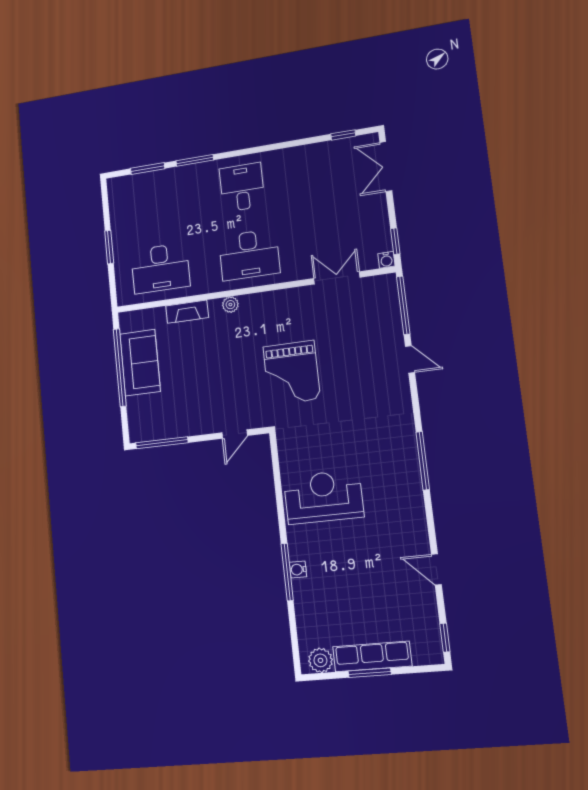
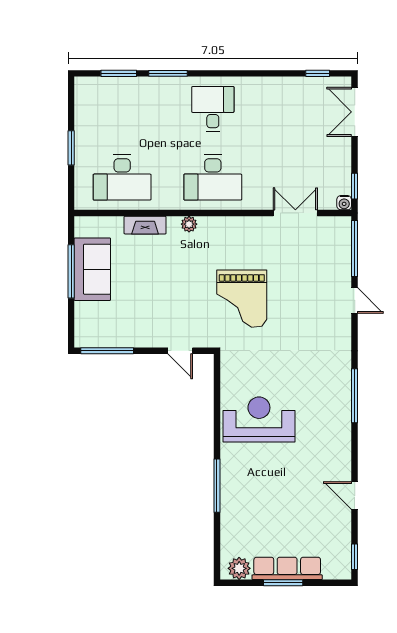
window: (120, 368) -> (71, 271), width x0.68
door: (235, 434) -> (180, 351), hinge flipped
water cooler: (298, 569) -> (227, 484), removed

